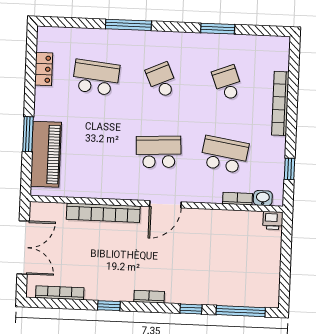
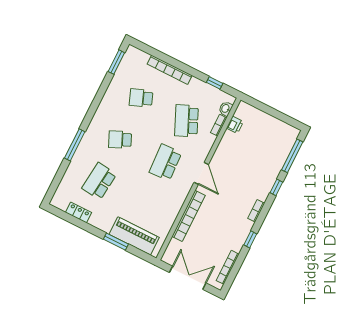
window: (218, 29) -> (116, 62), moved
school desk: (224, 155) -> (186, 121), turned -33
printer: (273, 220) -> (235, 125), moved

